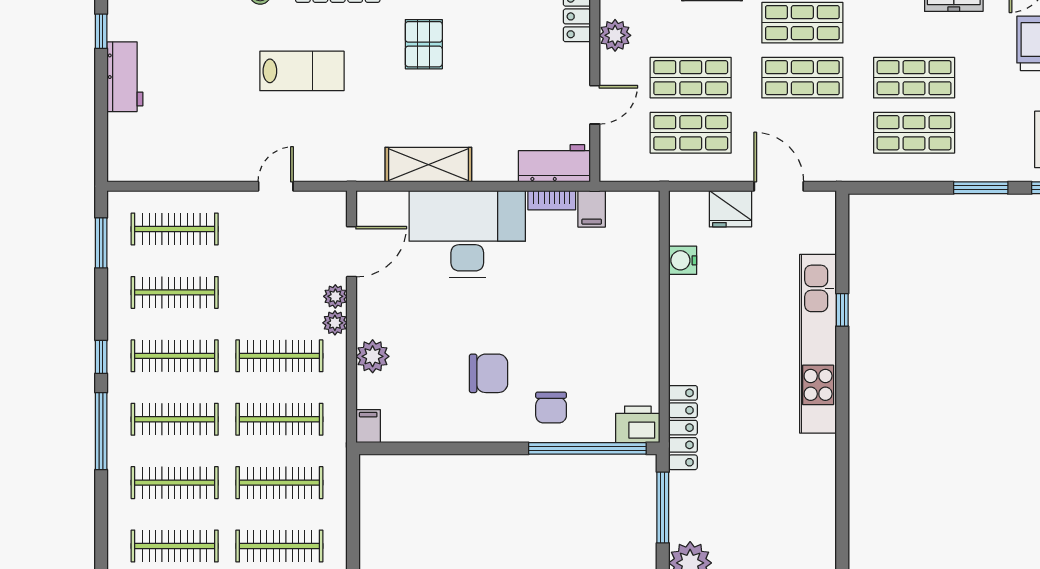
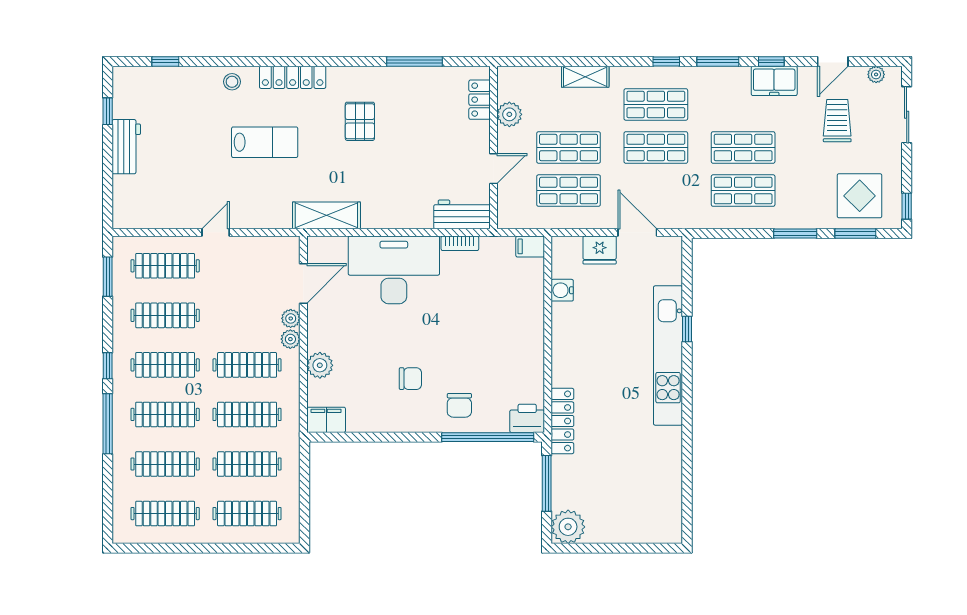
shelving: (428, 165) -> (326, 215), moved
door: (276, 186) -> (216, 232), moved
filing cabinet: (592, 209) -> (530, 246), moved, turned 90
chair: (488, 373) -> (410, 379), width x0.73, depth x0.73
filing cabinet: (368, 426) -> (326, 420), width x2.00

